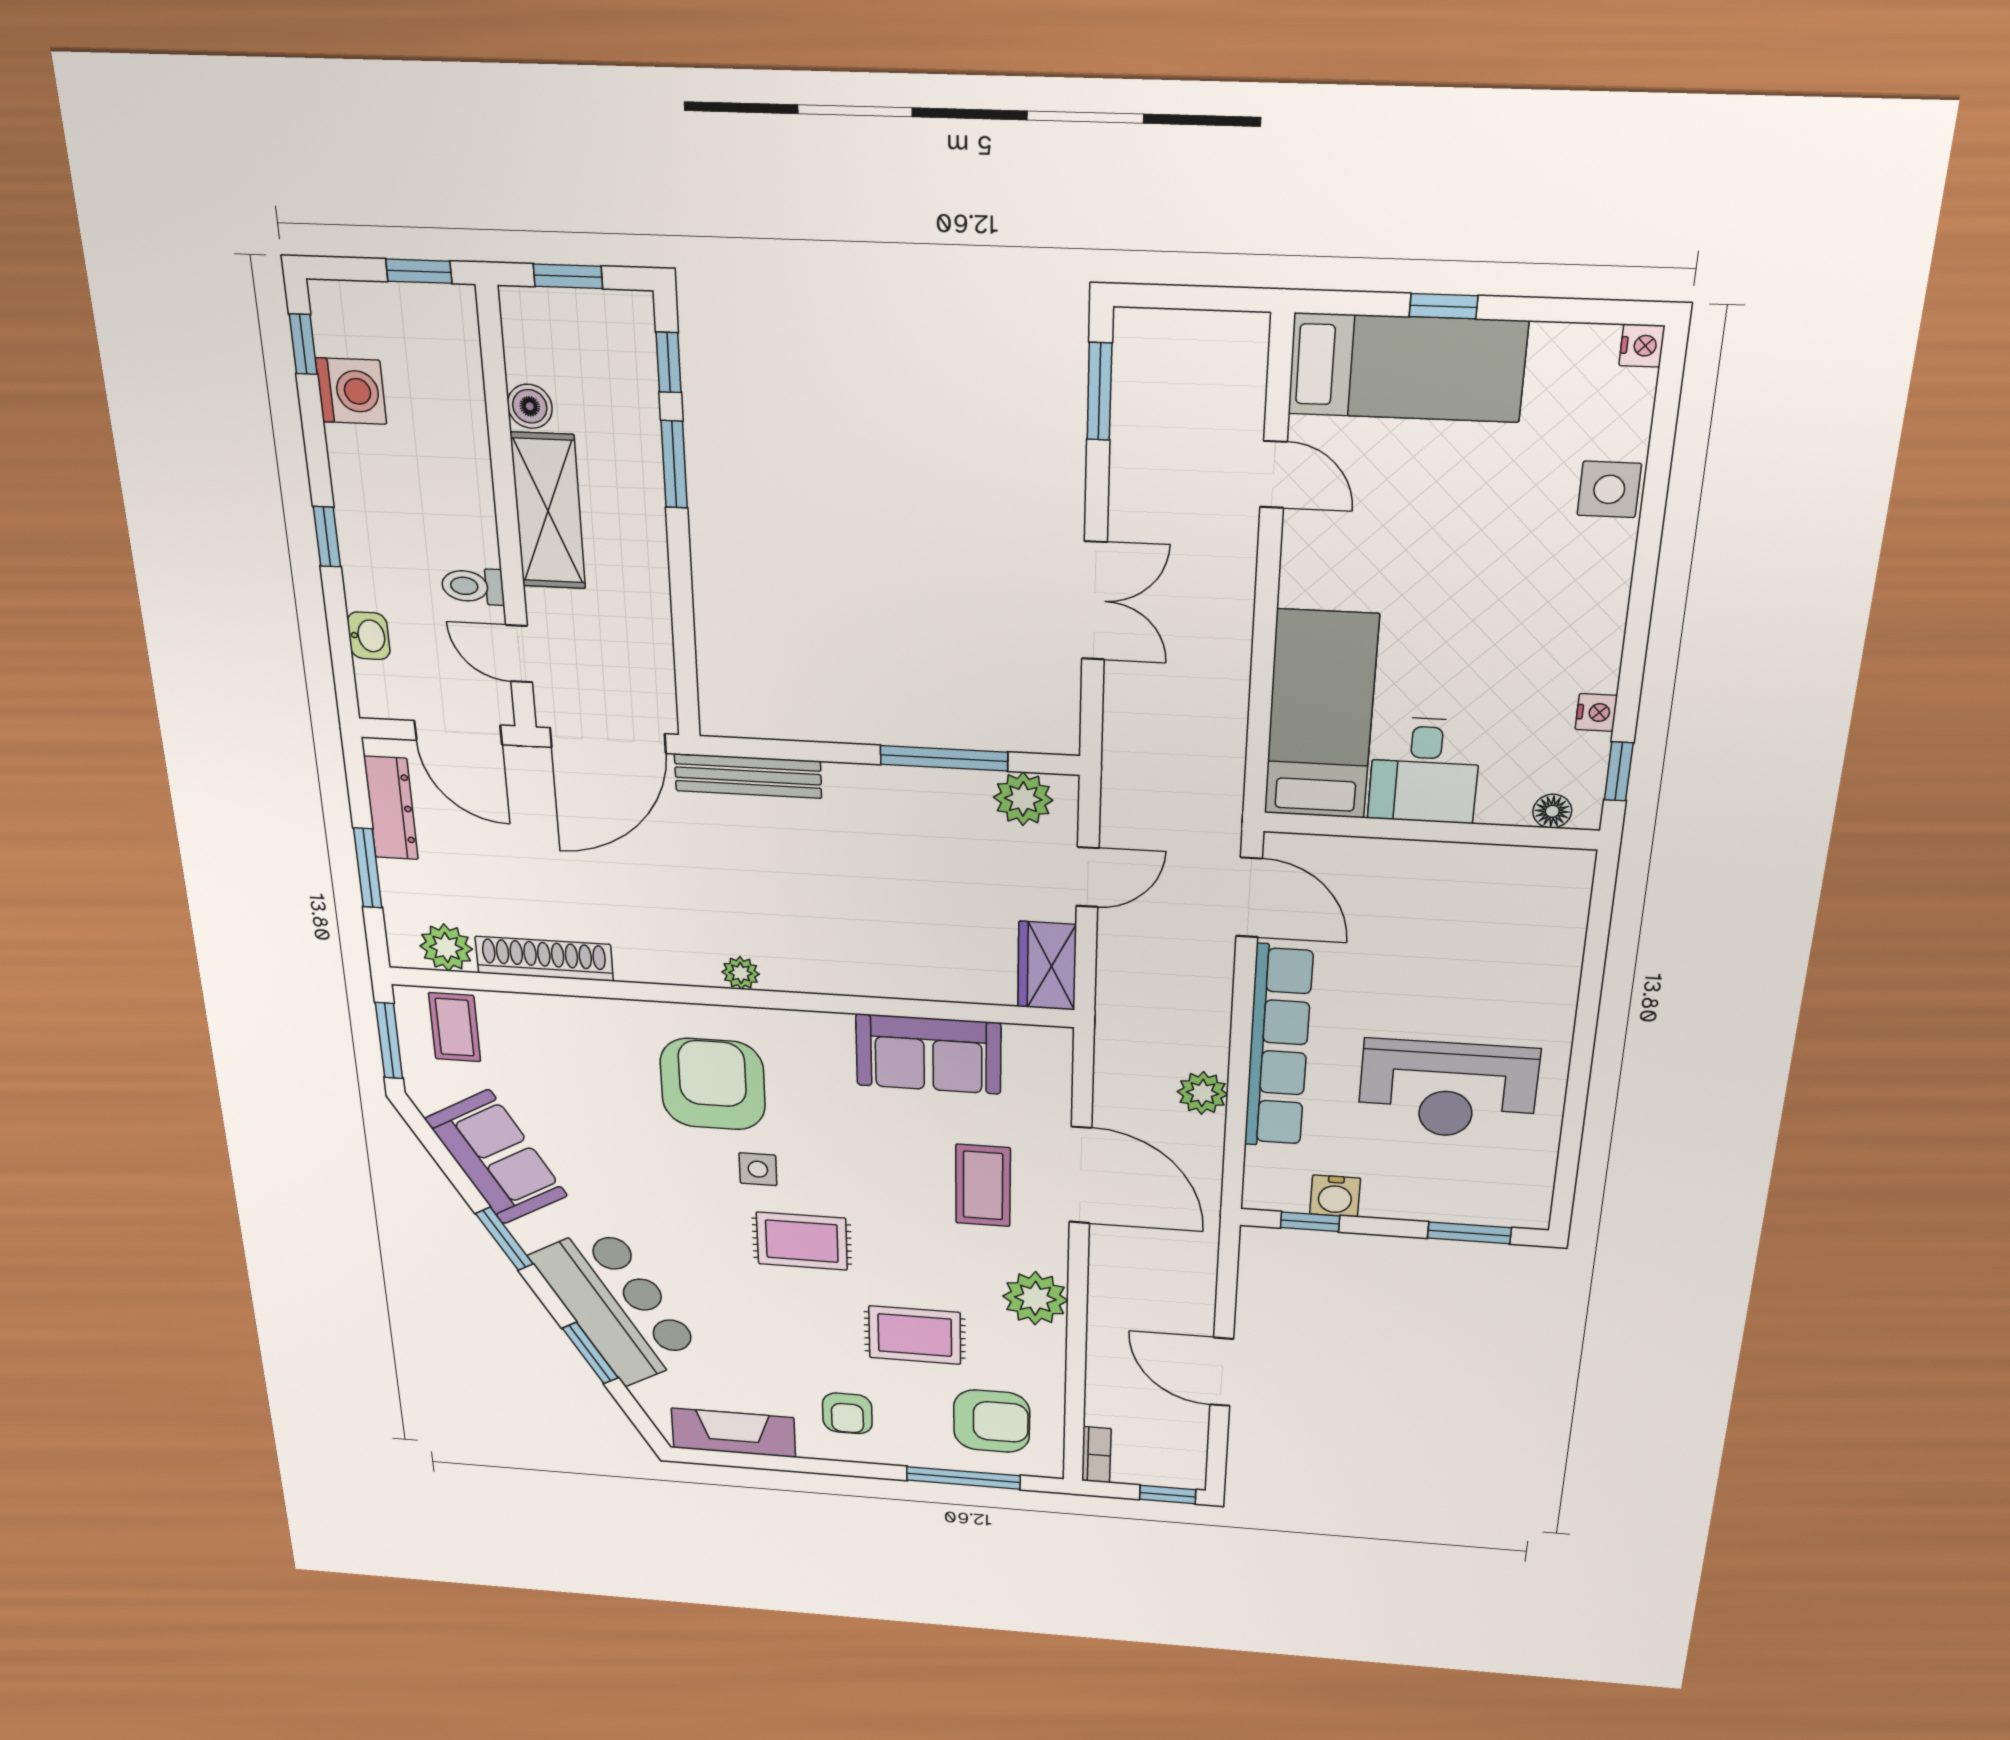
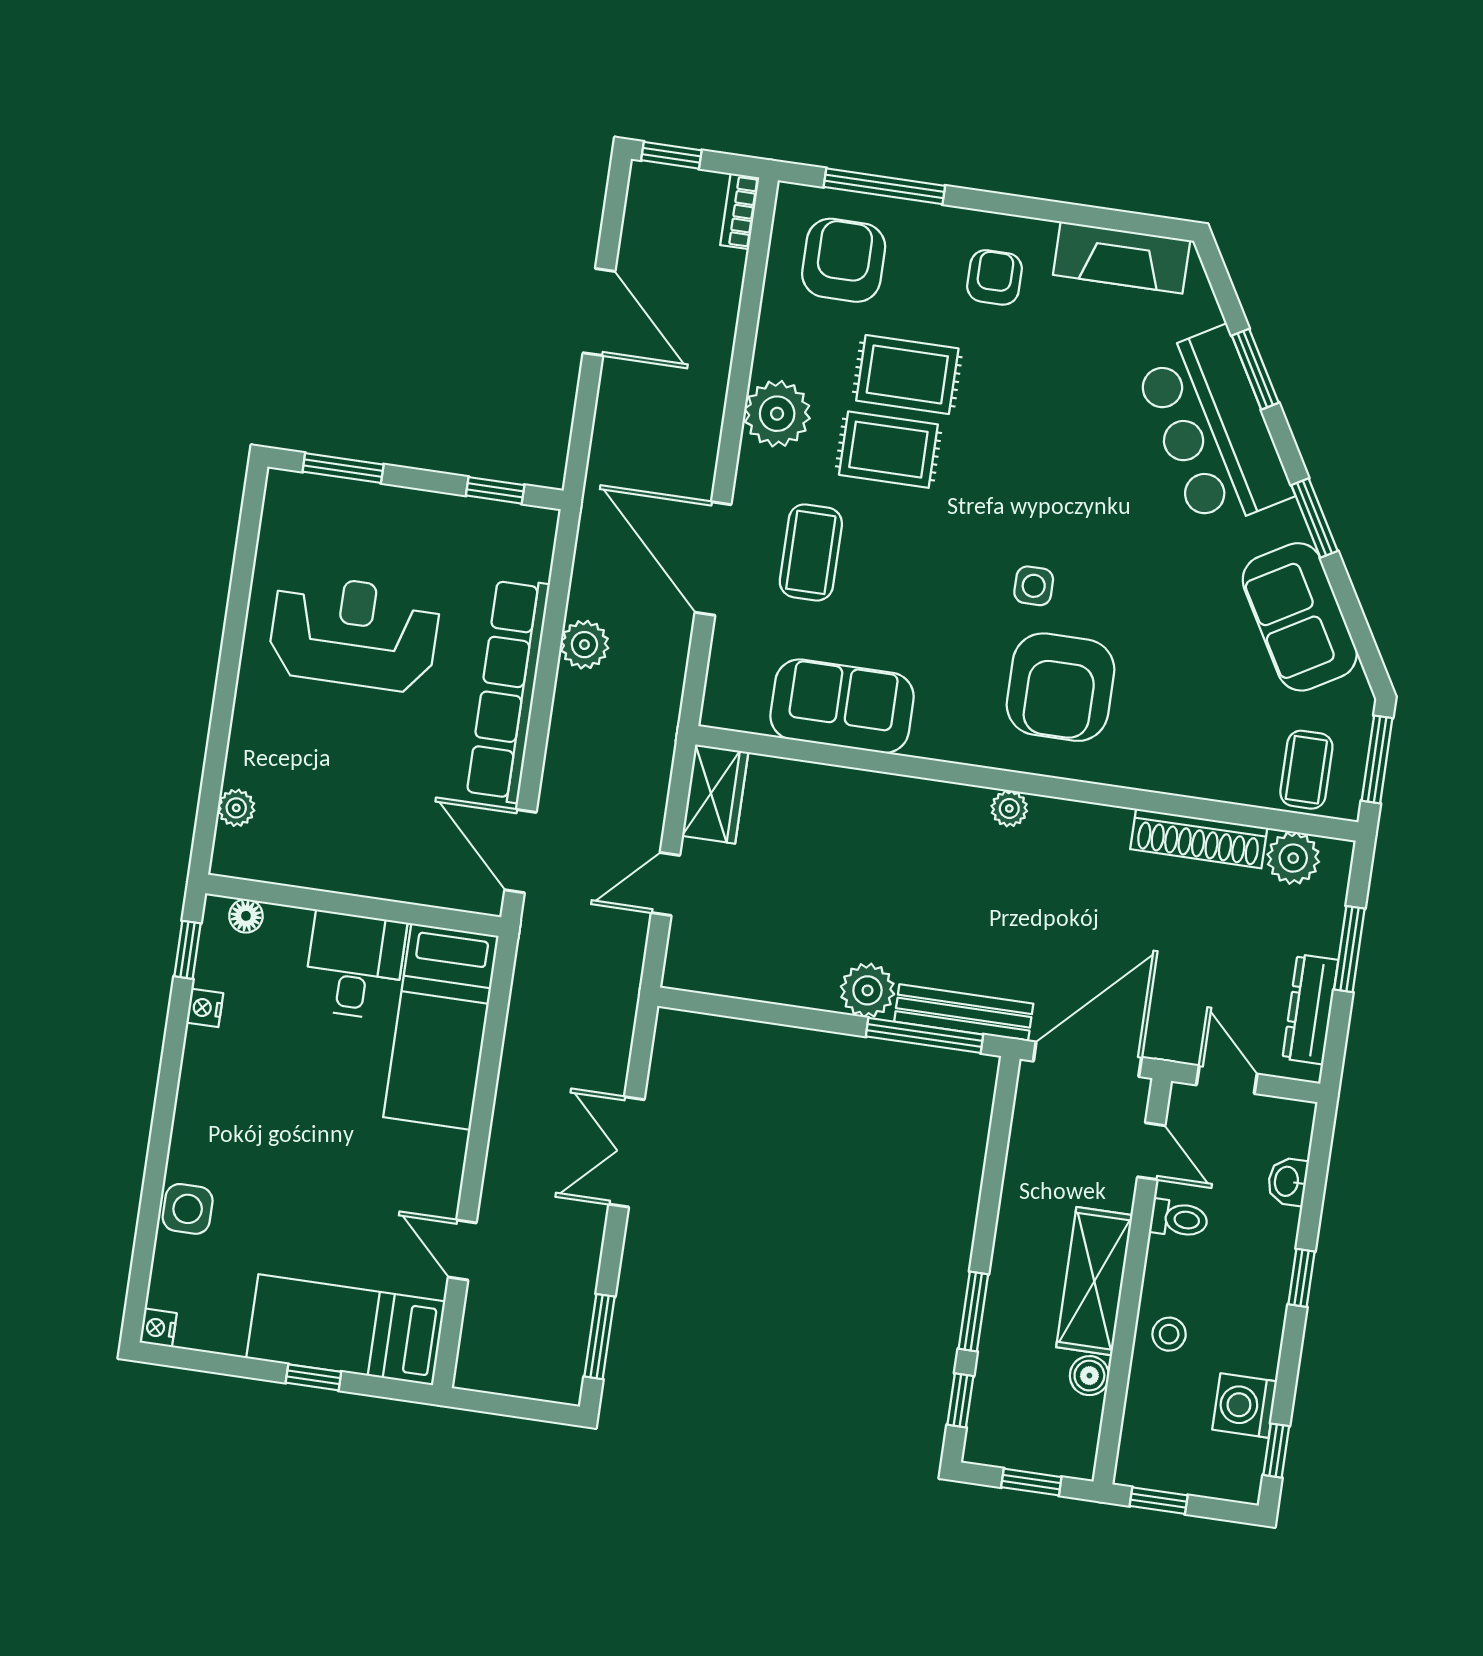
stool: (453, 462) -> (1169, 1334), added
door: (458, 733) -> (1227, 1080), width x0.73
window: (944, 758) -> (924, 1035), moved
plant: (1023, 799) -> (867, 990), moved
plant: (1568, 918) -> (236, 808), added
water cooler: (1335, 1196) -> (468, 519), removed
rug: (802, 1241) -> (888, 450), moved
armchair: (992, 1421) -> (844, 260), turned 90

